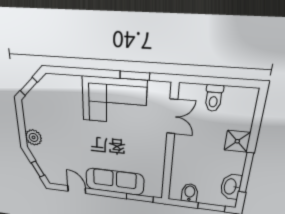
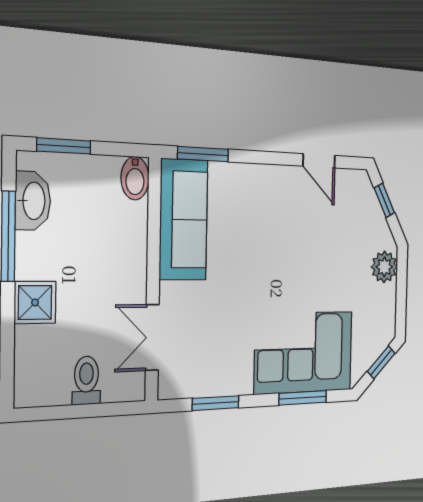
window: (78, 72) -> (303, 398), added
corner sofa: (114, 101) -> (304, 352), moved
sofa: (115, 182) -> (184, 220), moved, turned -90
bidet: (190, 193) -> (135, 178), moved

